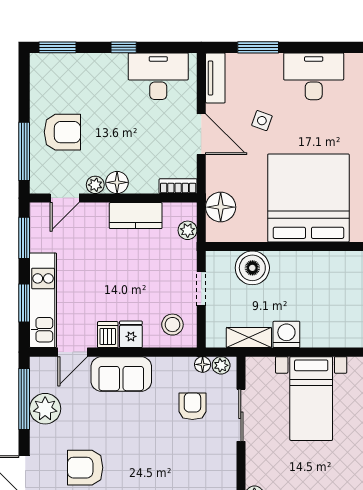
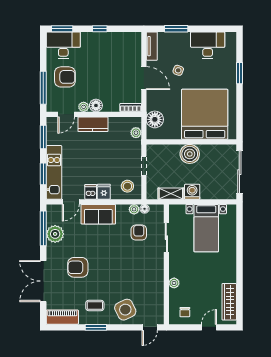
desk: (158, 76) -> (63, 45), moved
kitchen counter: (136, 216) -> (93, 124), moved
boiler: (252, 268) -> (190, 154), moved
plant: (221, 365) -> (134, 209), moved

